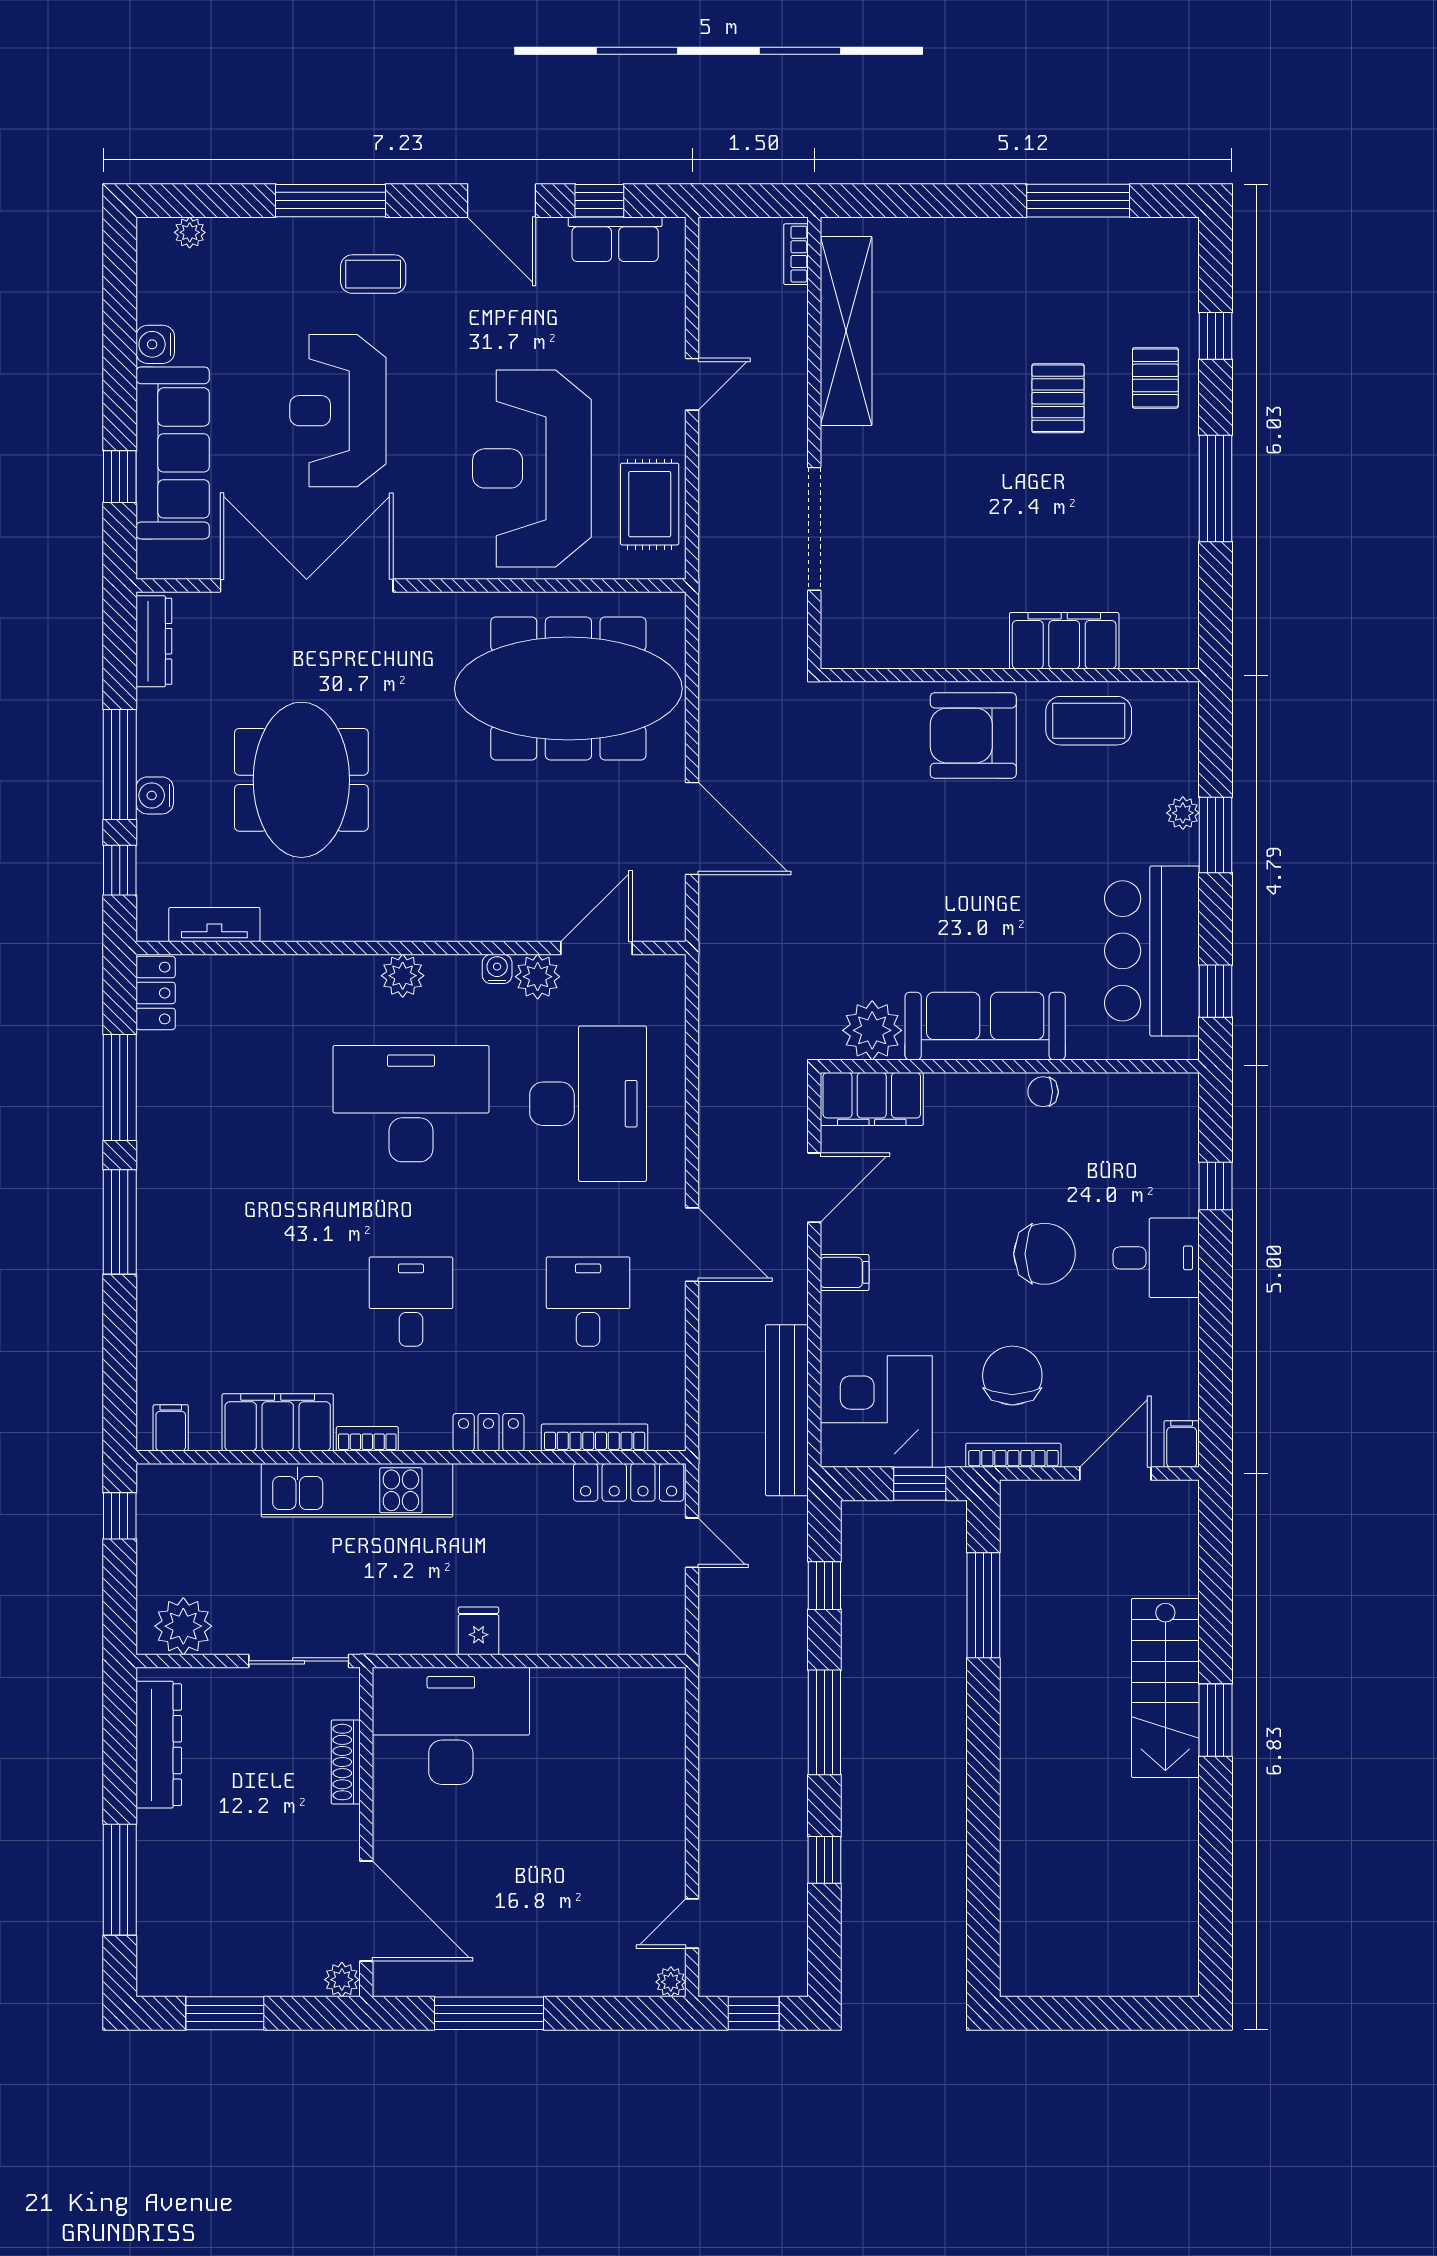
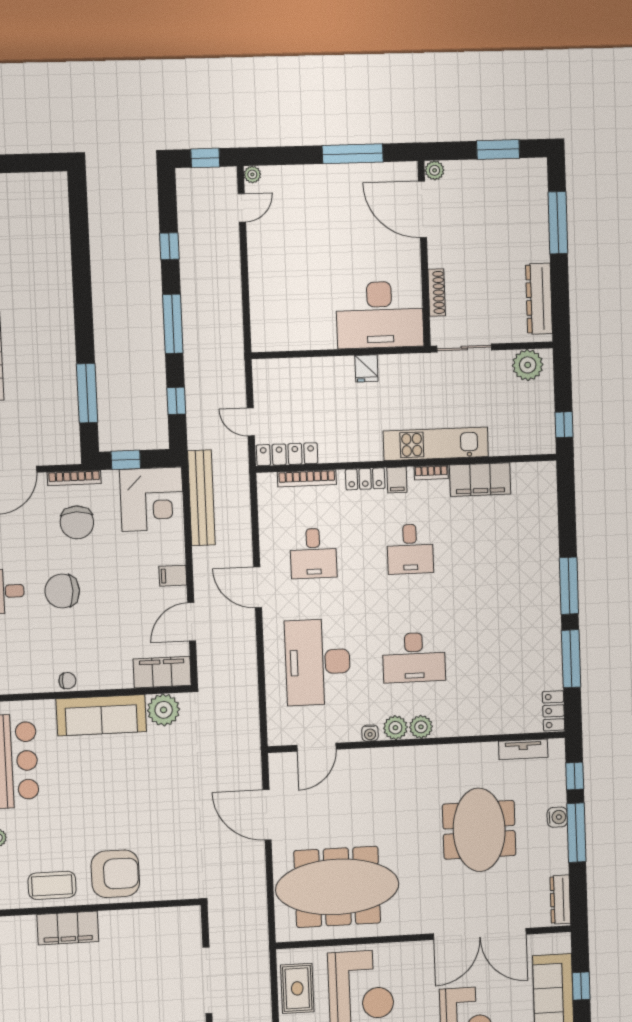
plant: (538, 977) -> (395, 728), moved
desk: (411, 1104) -> (414, 657), width x0.73, depth x0.77
filing cabinet: (171, 1428) -> (397, 480), moved

